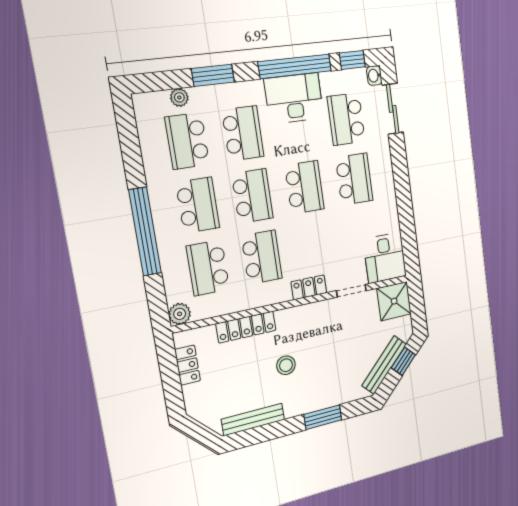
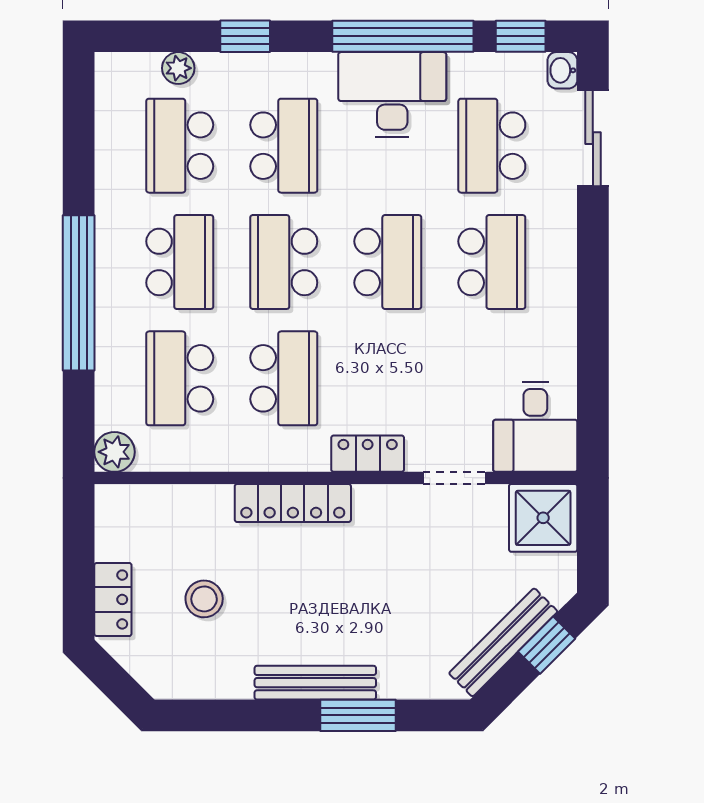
window: (213, 75) -> (245, 36), width x0.67
school desk: (252, 196) -> (284, 262), turned 180
locker: (246, 327) -> (293, 503), moved
locker: (187, 365) -> (113, 599), moved
stool: (286, 365) -> (204, 599), moved
bench: (253, 419) -> (315, 683), moved

